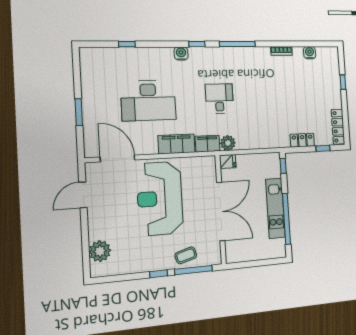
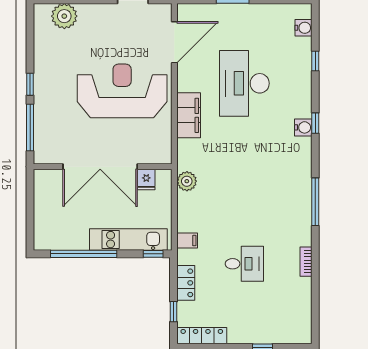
window: (197, 44) -> (315, 123), moved
water cooler: (310, 53) -> (303, 28), moved
desk: (219, 99) -> (244, 264), moved
filing cabinet: (207, 144) -> (187, 241), moved, width x0.50
fridge: (228, 161) -> (146, 180), moved
kitchen unit: (275, 208) -> (128, 240), moved
coffee table: (186, 255) -> (49, 119), removed

